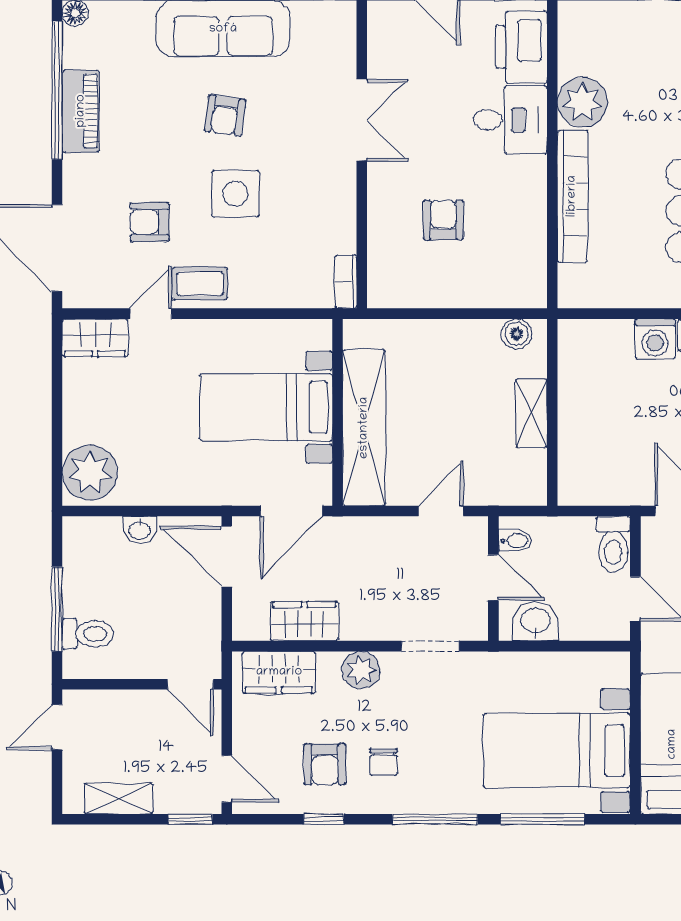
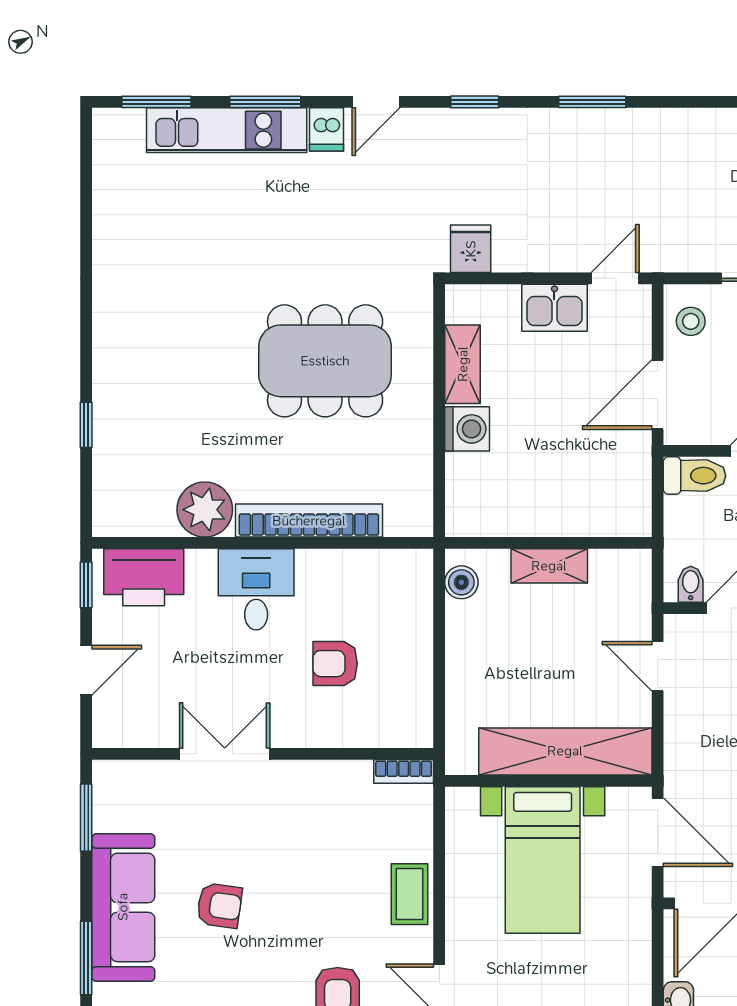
desk: (510, 120) -> (256, 589), moved
side table: (235, 194) -> (306, 894), removed
coffee table: (200, 284) -> (409, 894), moved

